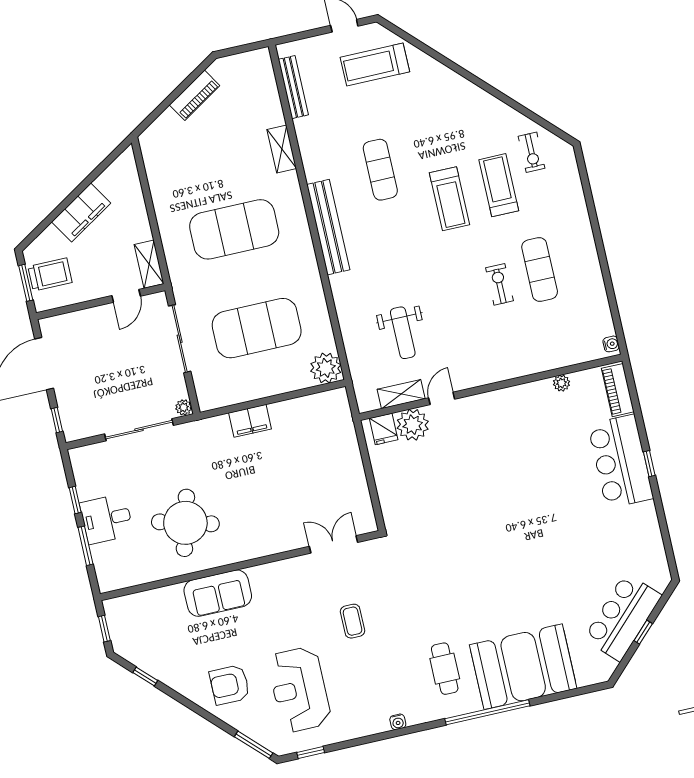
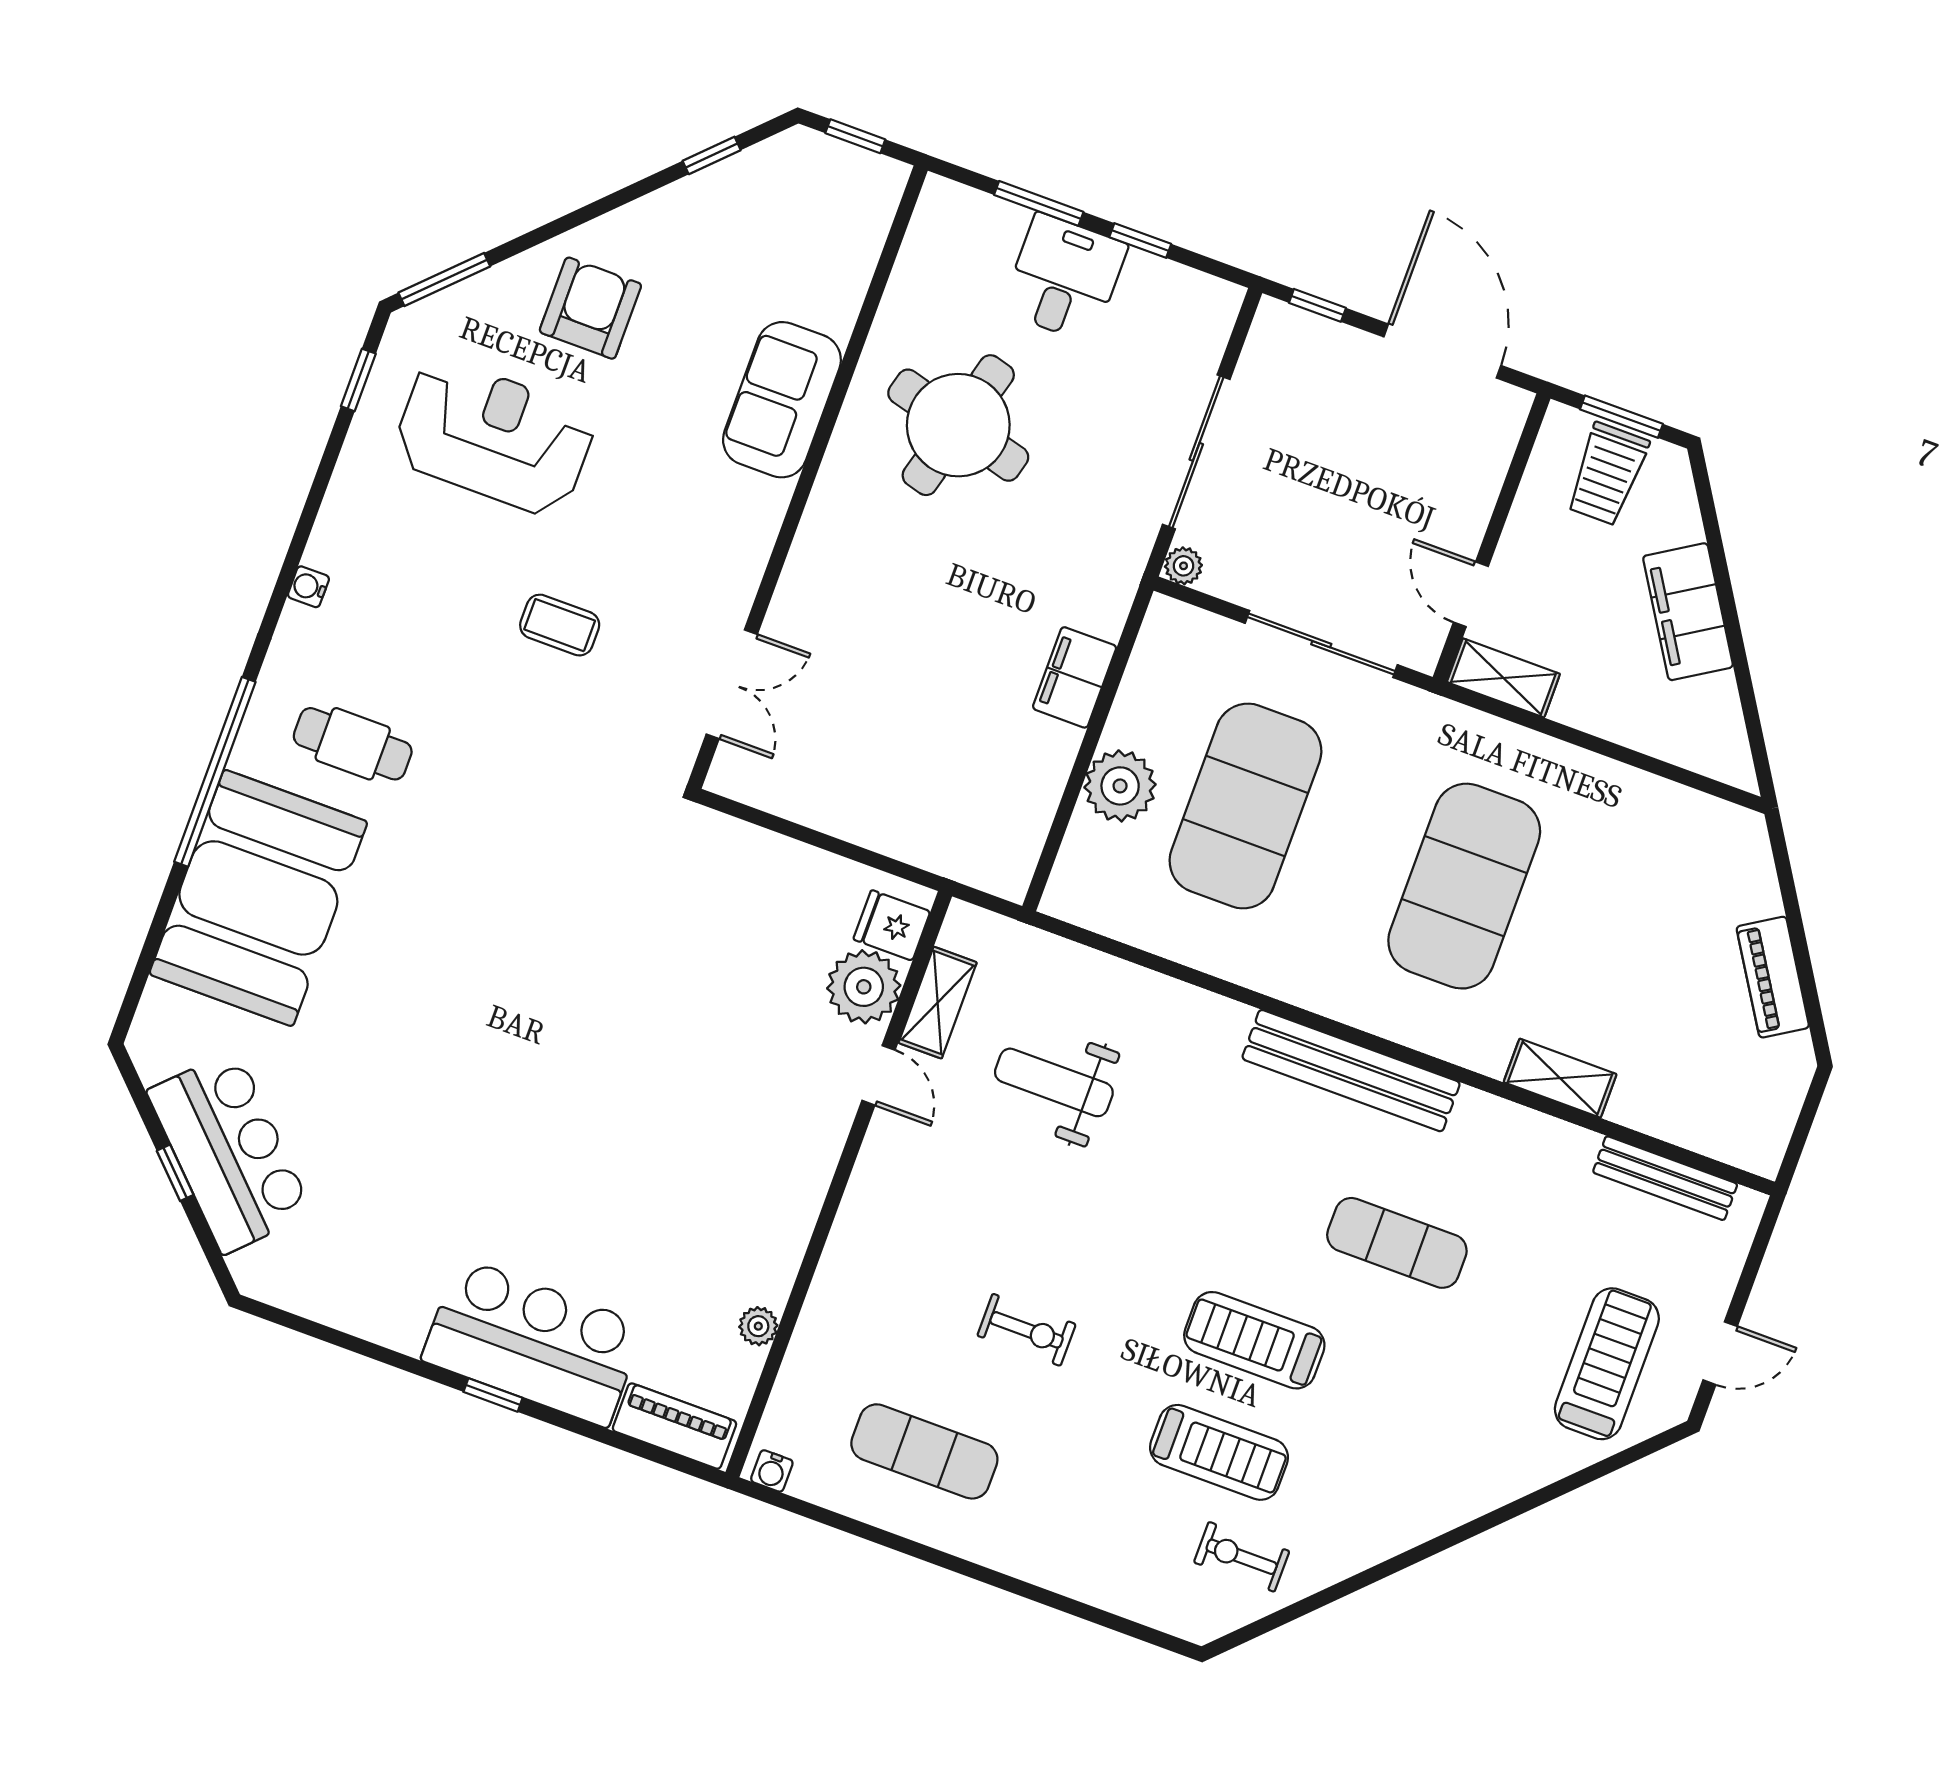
exercise mat: (540, 270) -> (924, 1451), moved
plant: (326, 368) -> (1120, 786), moved

